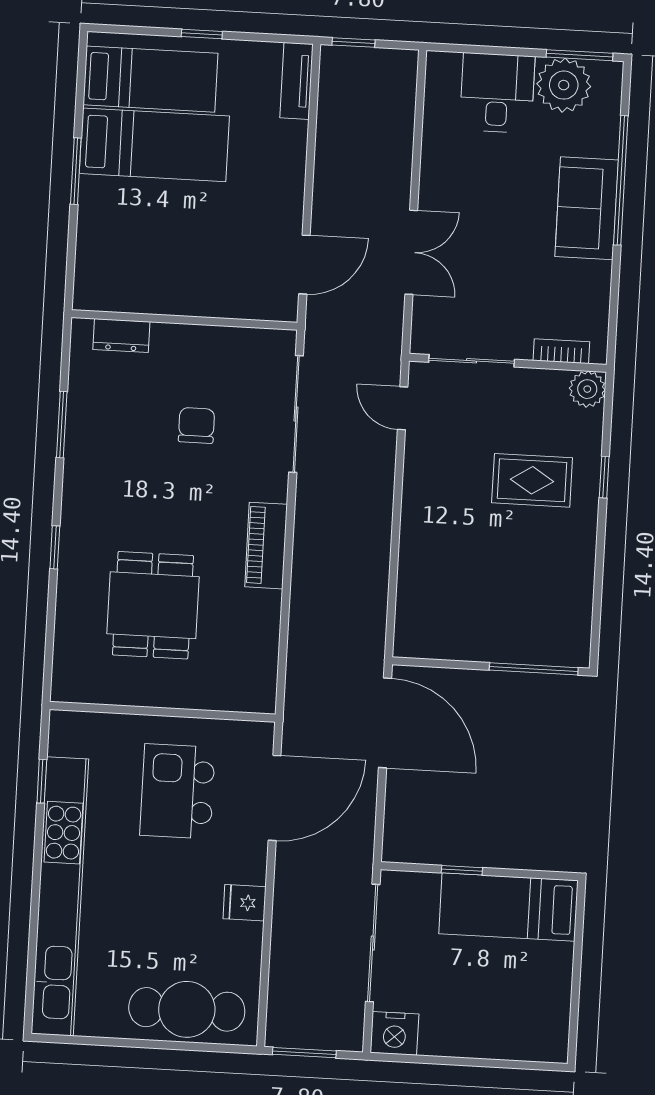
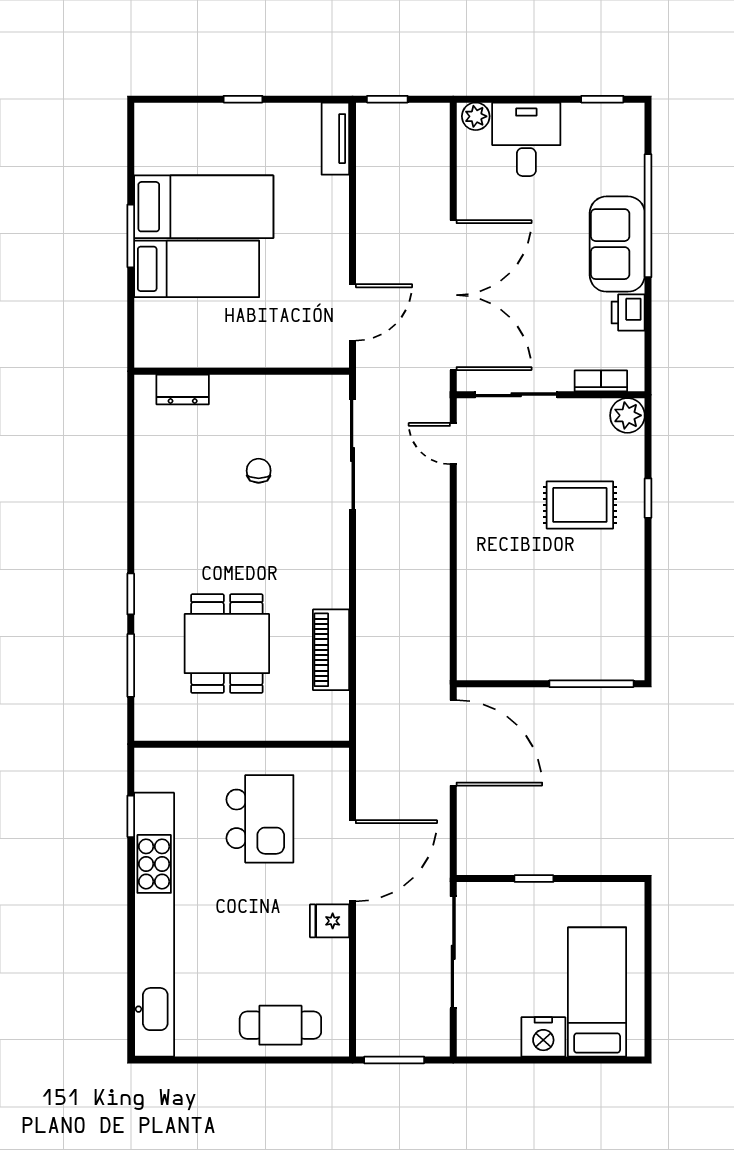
window: (580, 55) -> (602, 99), width x0.67
bed: (150, 79) -> (197, 269), moved
plant: (564, 85) -> (476, 116), moved, width x0.53, depth x0.53
double door: (411, 252) -> (453, 295), width x1.87
printer: (594, 281) -> (628, 313), added
window: (62, 425) -> (131, 665), moved
chair: (196, 425) -> (259, 471), width x0.73, depth x0.73
piano: (266, 546) -> (331, 650), moved
kitchen island: (177, 791) -> (260, 819), turned 180
door: (275, 798) -> (352, 861), moved
bed: (508, 907) -> (597, 992), moved, turned 90
cafe table: (187, 1009) -> (280, 1025), width x0.73, depth x0.74
nightstand: (395, 1033) -> (543, 1037), moved

